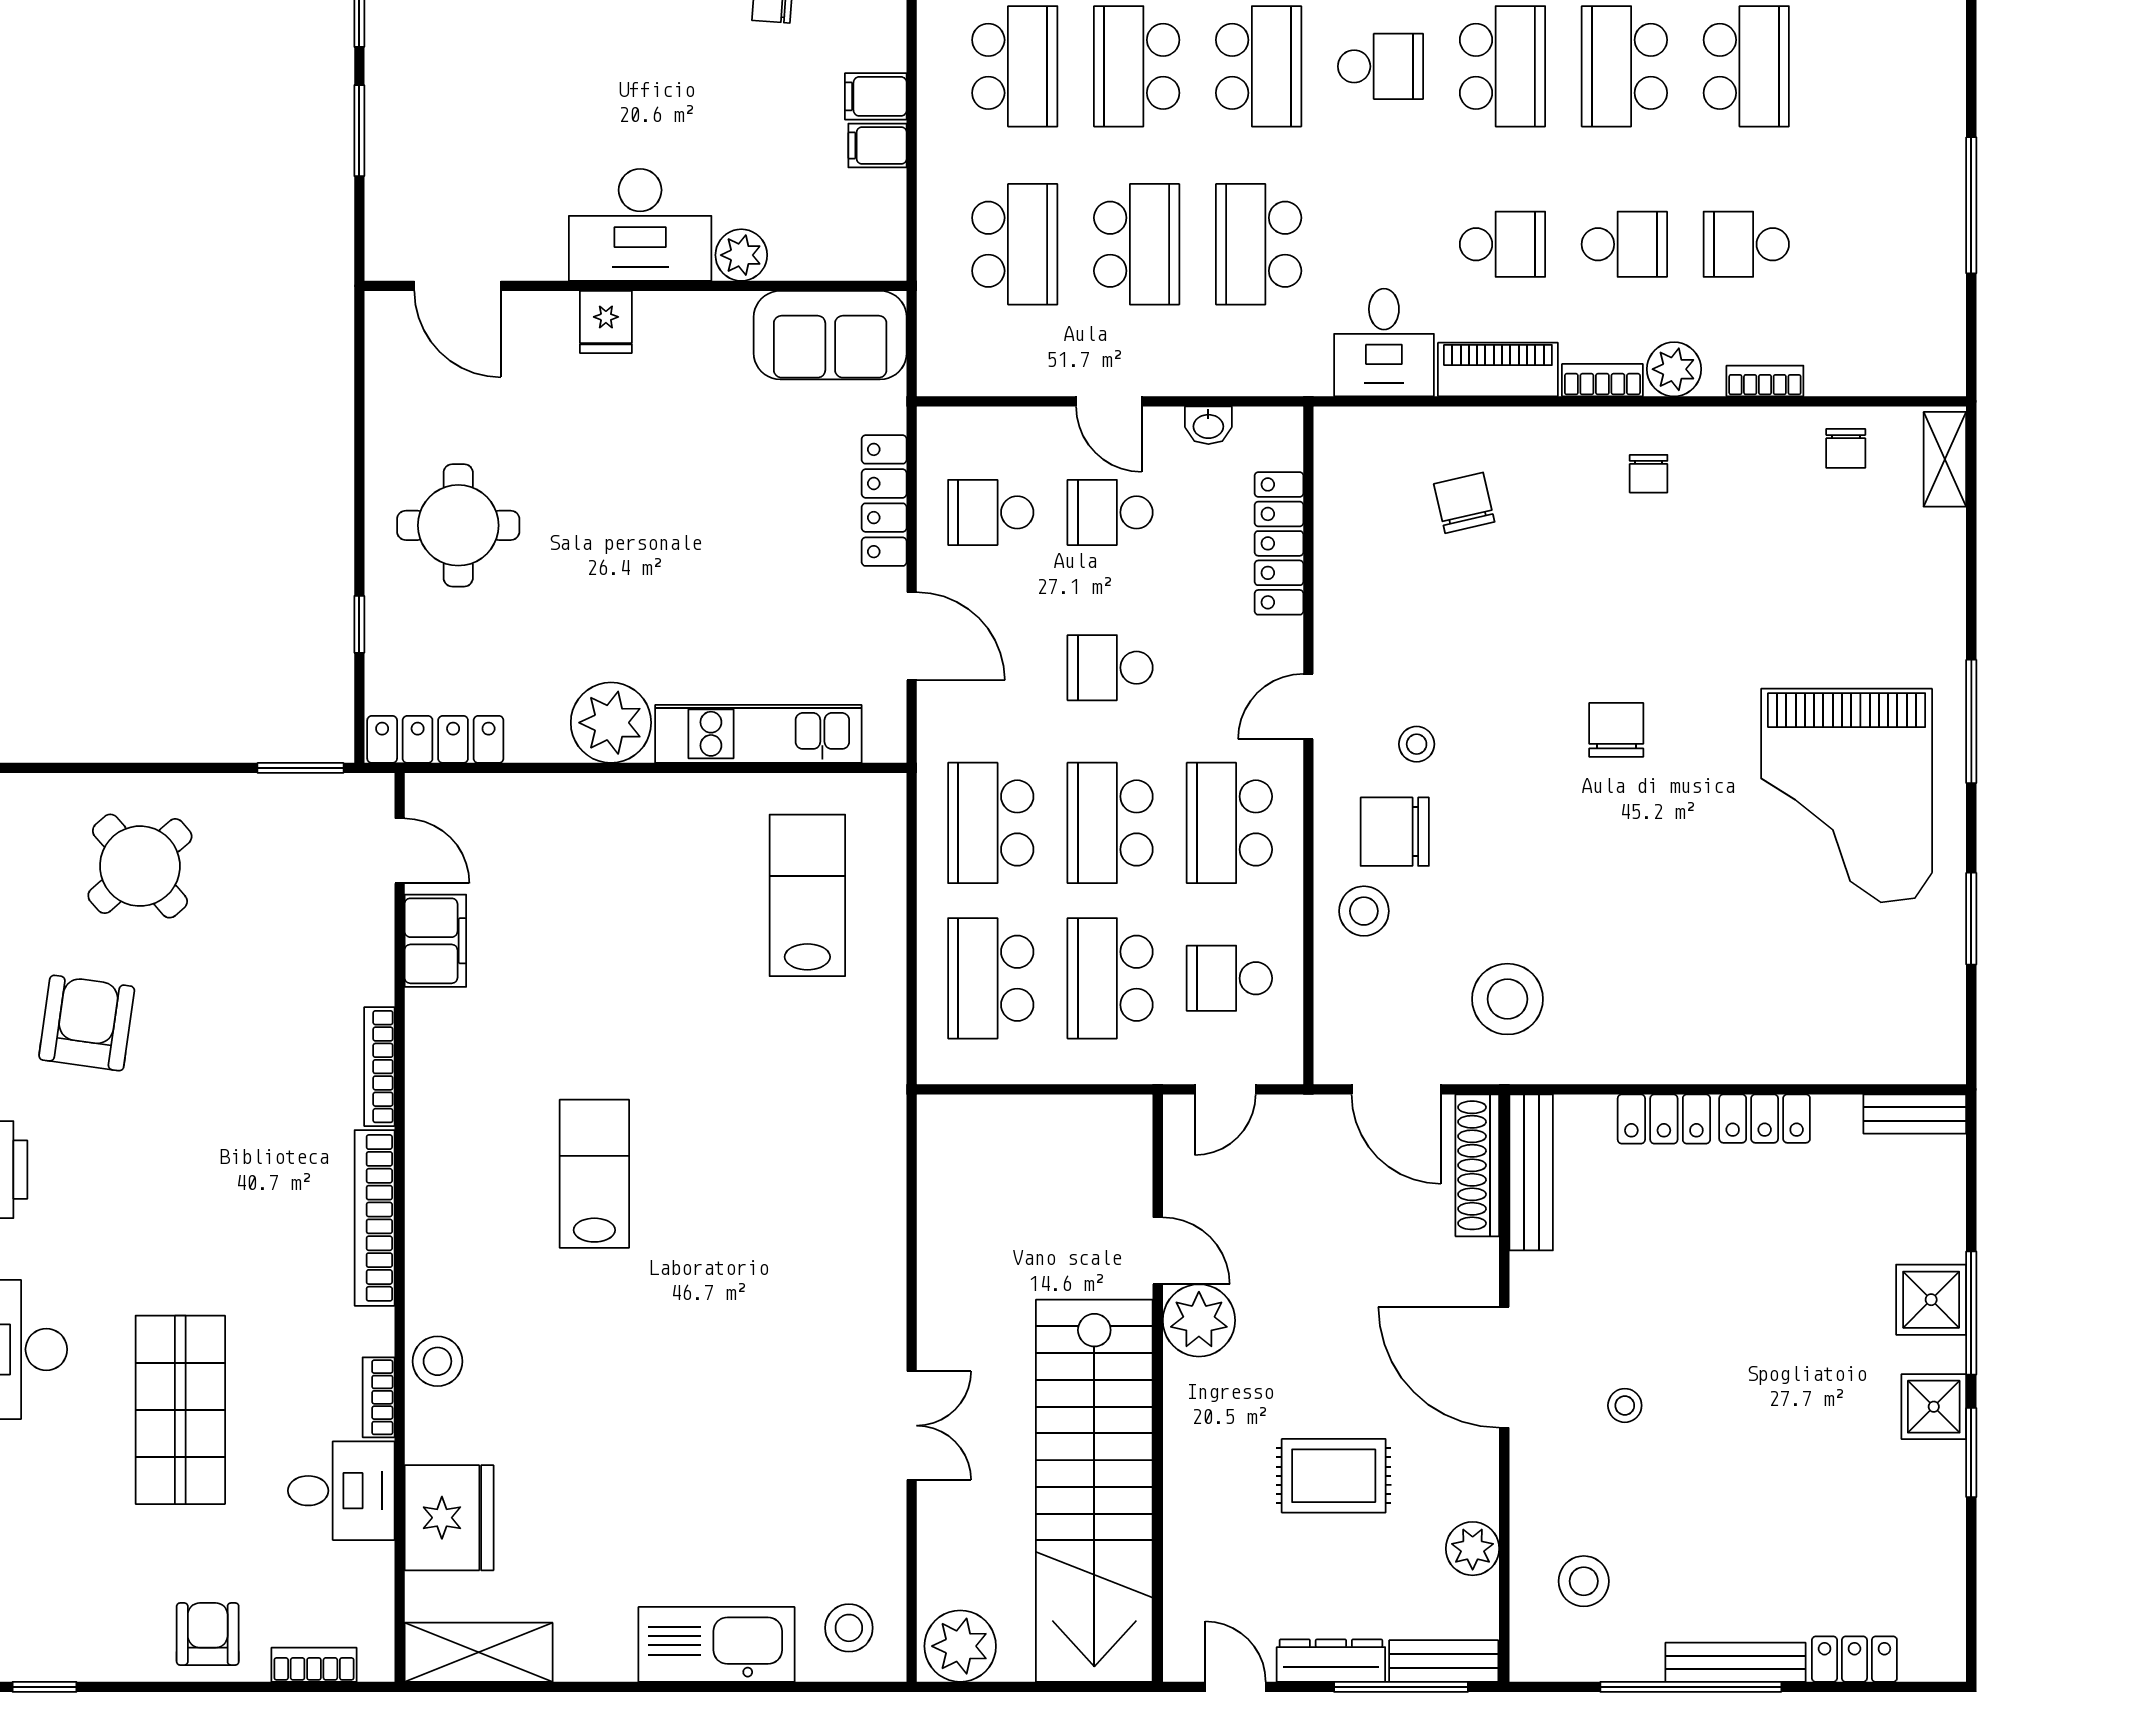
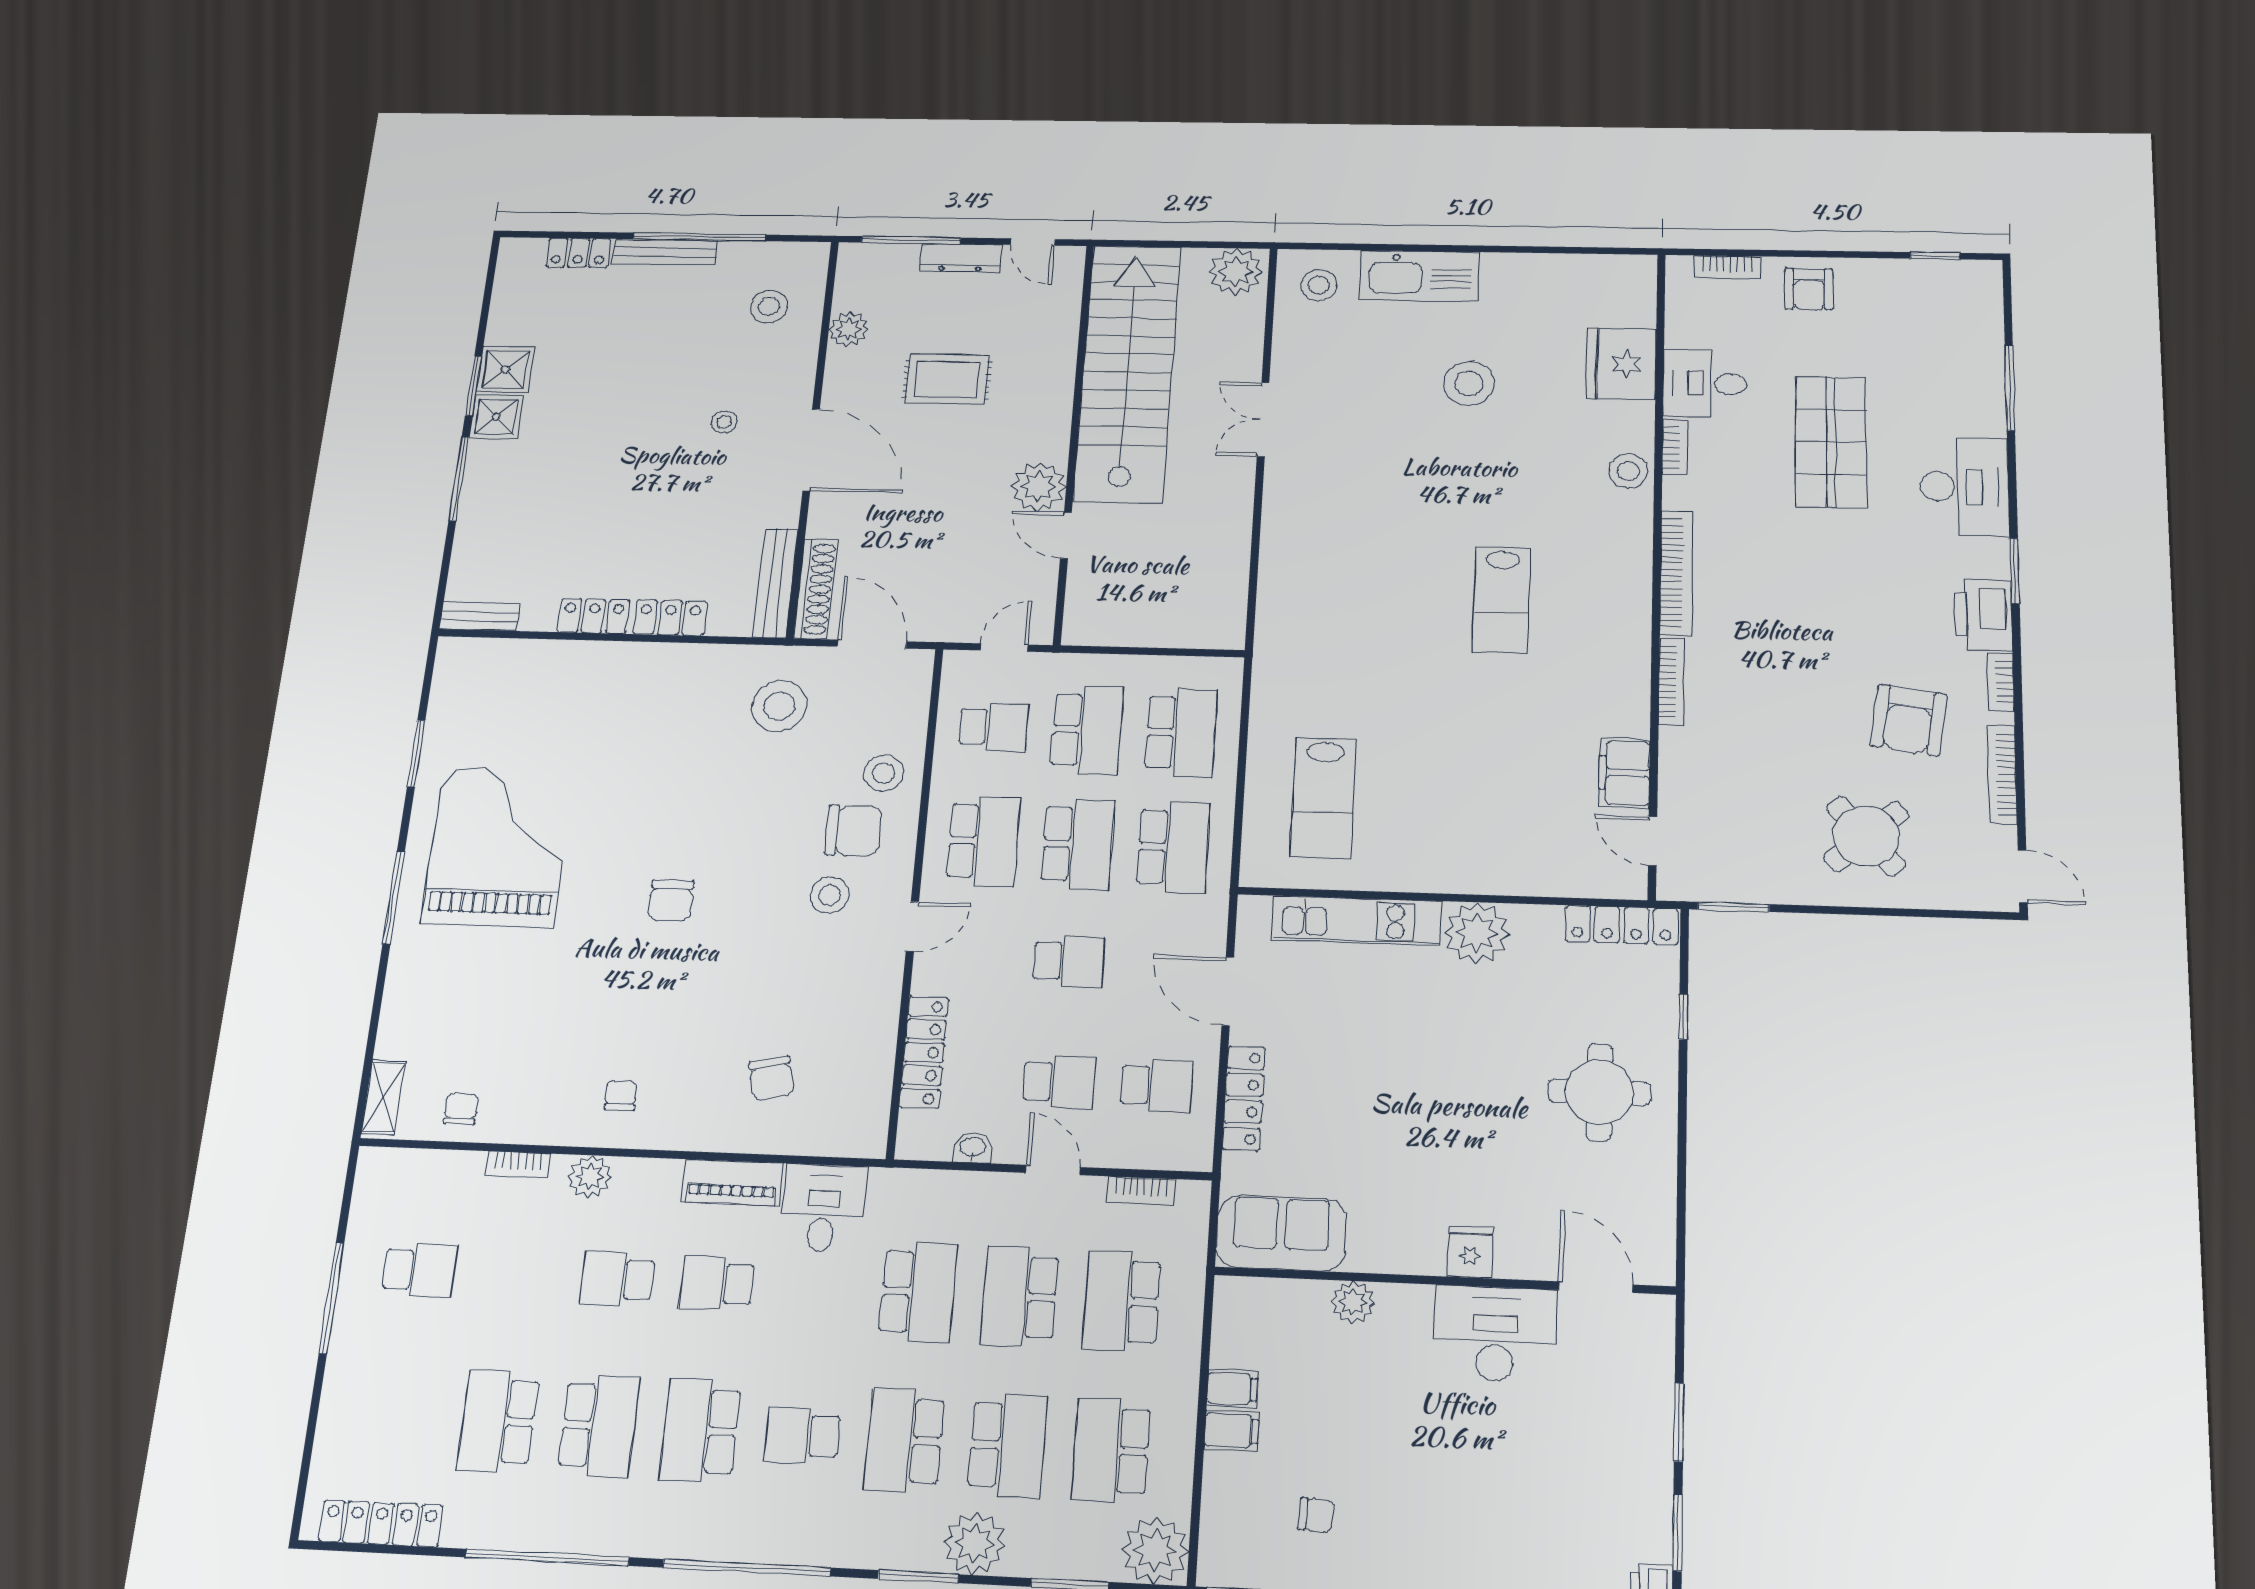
desk: (640, 225) -> (1495, 1334), moved
school desk: (1746, 244) -> (419, 1270), moved
bookcase: (1602, 380) -> (1141, 1191), moved
stool: (1417, 744) -> (829, 895), width x1.37, depth x1.37
shower: (1931, 1300) -> (505, 369), moved
stool: (646, 1485) -> (1469, 383), added
shelving: (479, 1652) -> (1601, 273), removed
bench: (1444, 1661) -> (878, 256), removed

